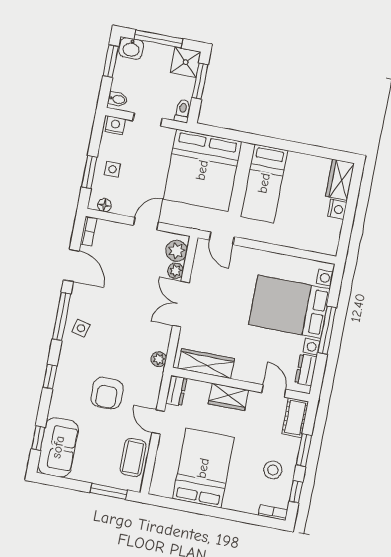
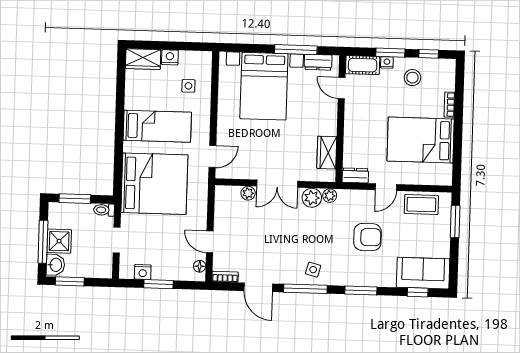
shower: (186, 62) -> (59, 241), moved
bidet: (118, 99) -> (103, 270), removed
nightstand: (115, 125) -> (143, 272), moved, turned -90
side table: (112, 169) -> (188, 86), moved
window: (89, 172) -> (159, 284), moved
door: (146, 224) -> (210, 242), moved
plant: (177, 251) -> (312, 198), moved
door: (71, 265) -> (258, 287), swing flipped
window: (327, 330) -> (296, 50), moved
wardrobe: (206, 364) -> (327, 153), width x0.67
window: (50, 377) -> (361, 291), width x1.50
door: (274, 391) -> (342, 88), hinge flipped
wardrobe: (228, 397) -> (353, 128), removed
nightstand: (294, 445) -> (387, 63), added
bookcase: (273, 513) -> (450, 105), moved

